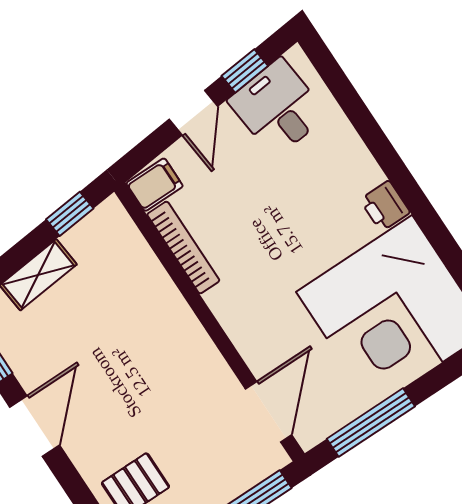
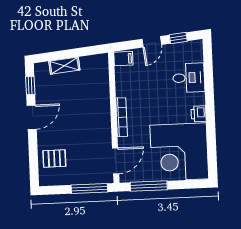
desk: (278, 108) -> (189, 78), moved, turned 96
window: (70, 214) -> (88, 51), removed
bookcase: (183, 248) -> (122, 117), moved

